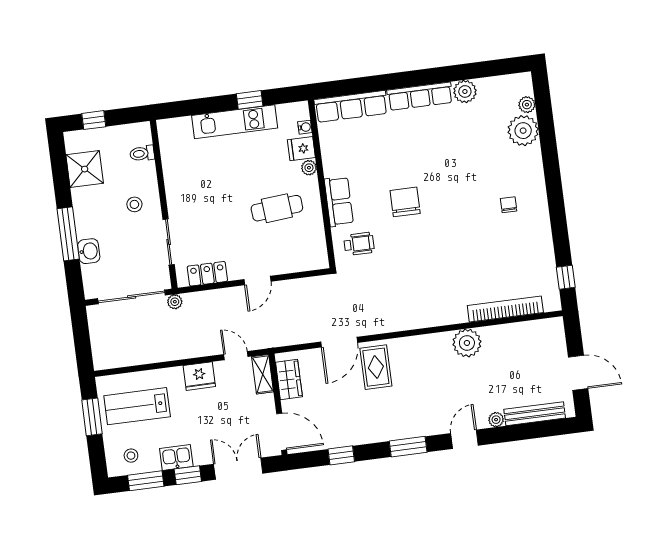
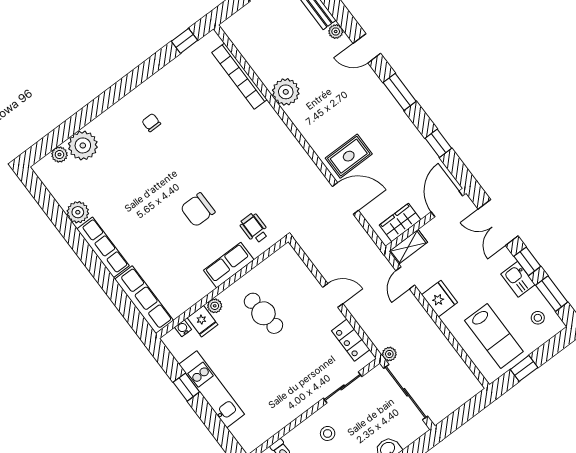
chair: (509, 205) -> (151, 123), turned 90
window: (92, 417) -> (524, 368), width x0.67

